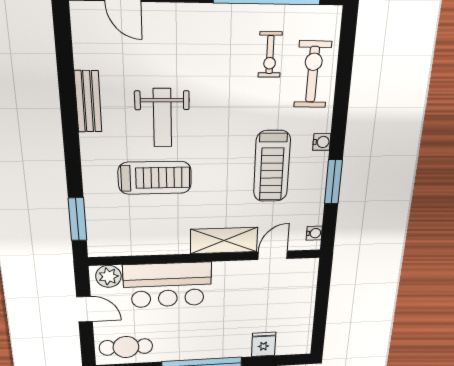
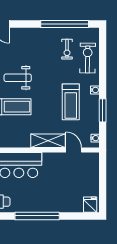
weight bench: (162, 118) -> (18, 78), turned 90
door: (273, 255) -> (74, 150), hinge flipped
fridge: (264, 344) -> (90, 205), moved

